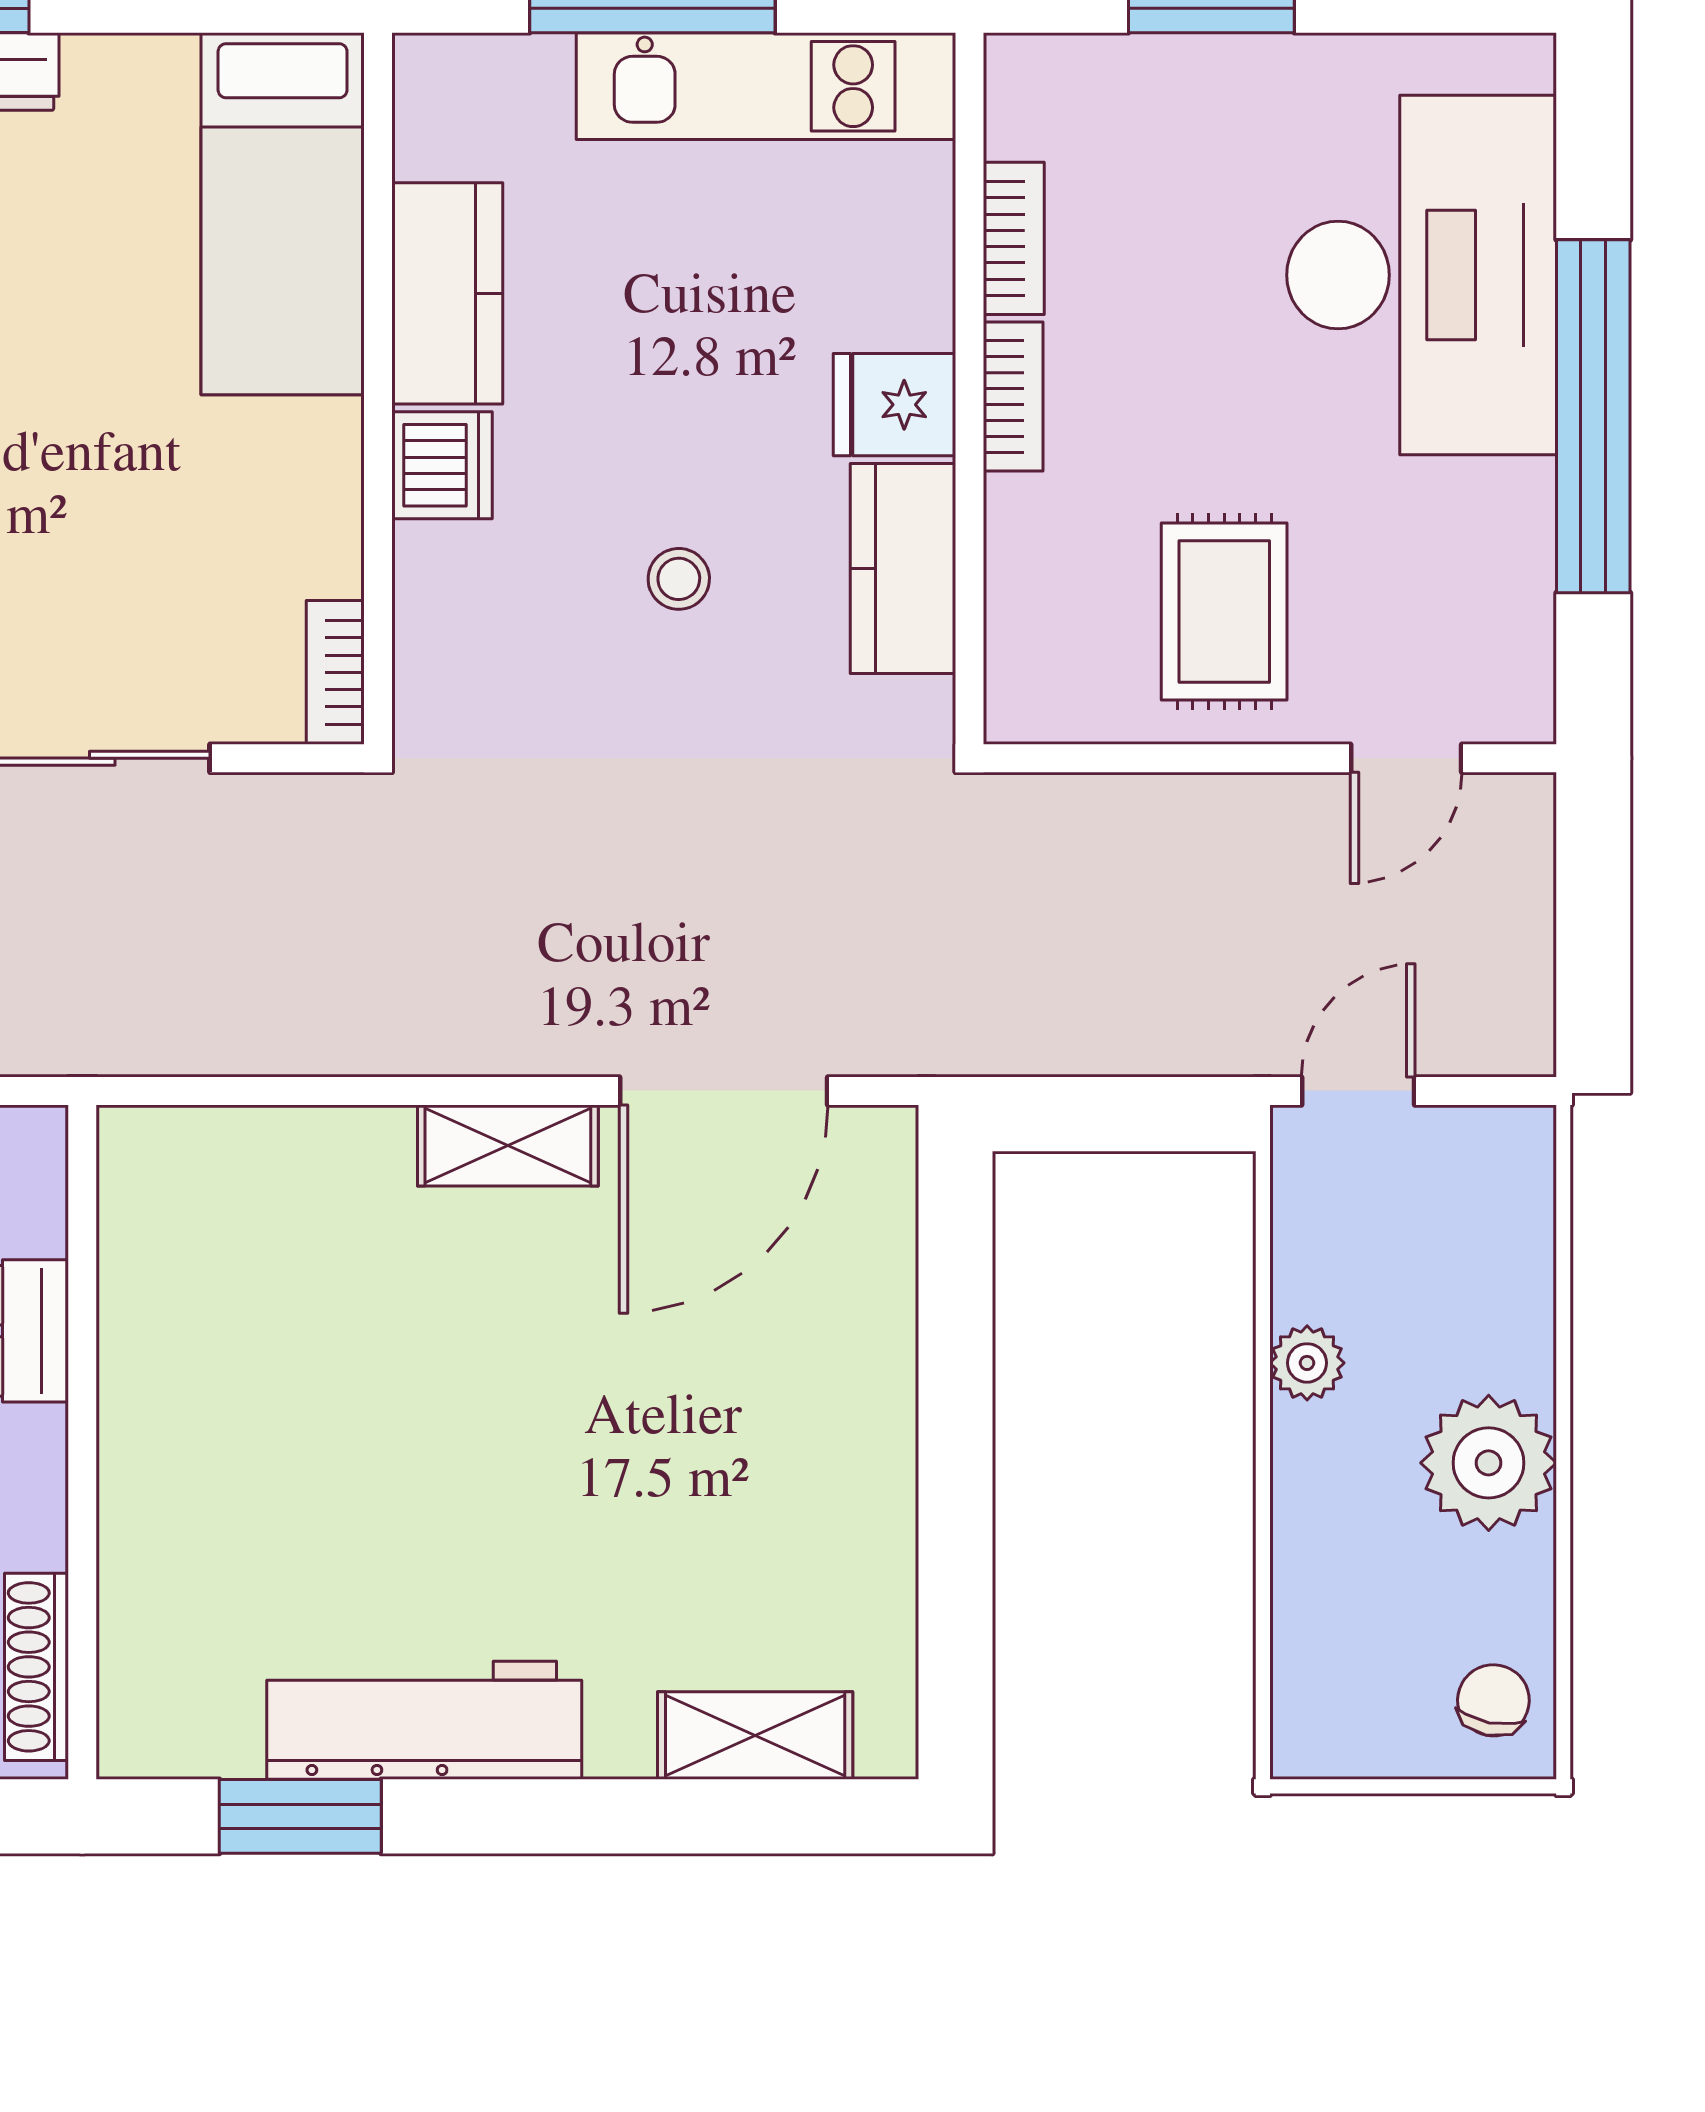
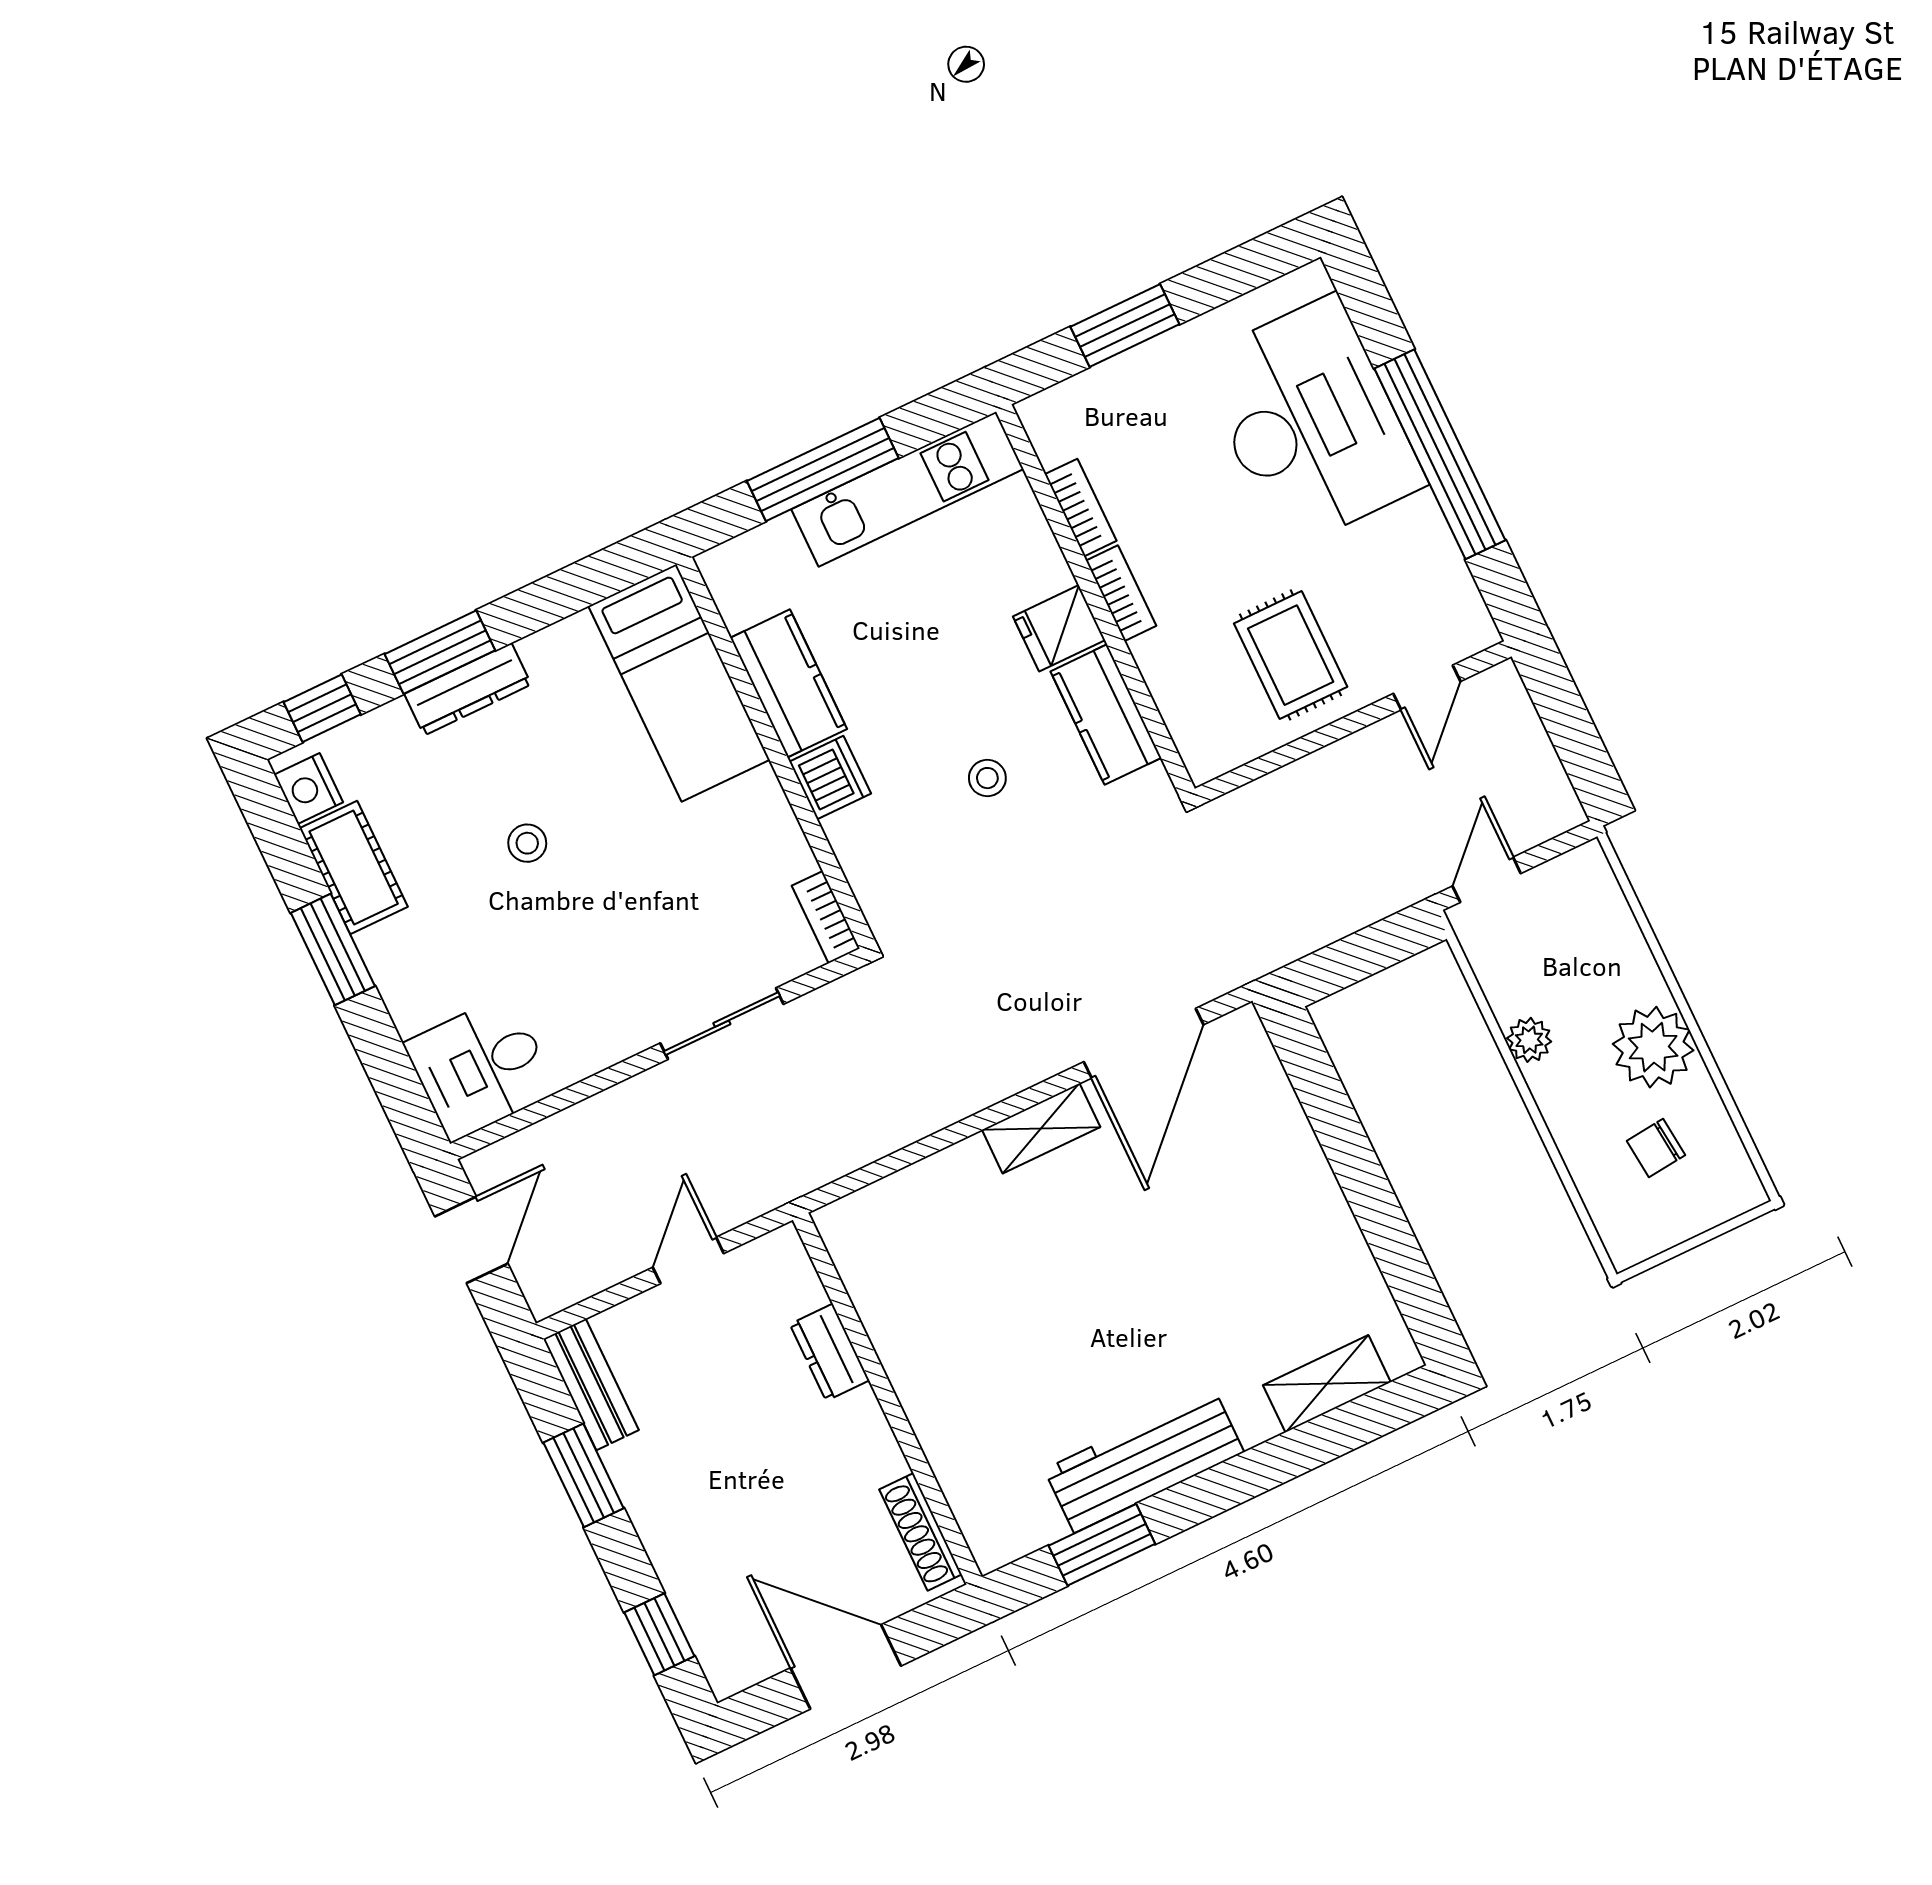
chair: (1493, 1700) -> (1656, 1148), moved, turned -107

